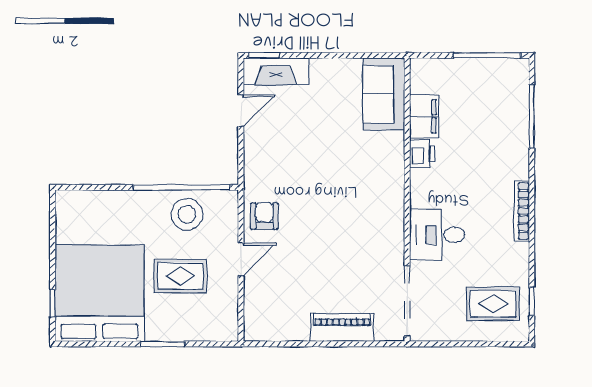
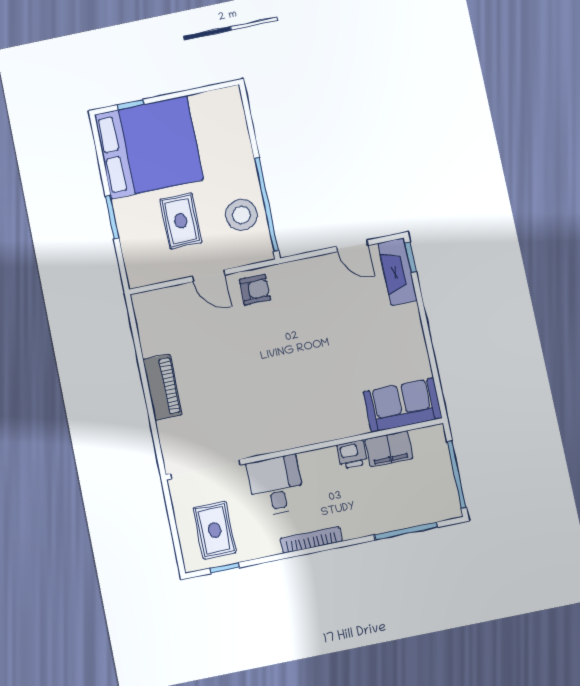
sofa: (384, 94) -> (403, 405), moved
filing cabinet: (424, 116) -> (389, 449), moved
printer: (422, 154) -> (352, 454), moved
wall: (407, 200) -> (304, 449), moved
desk: (437, 235) -> (276, 485), moved
doorway: (407, 301) -> (205, 469), moved

